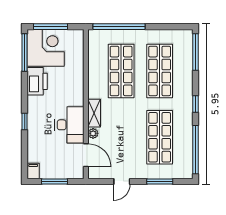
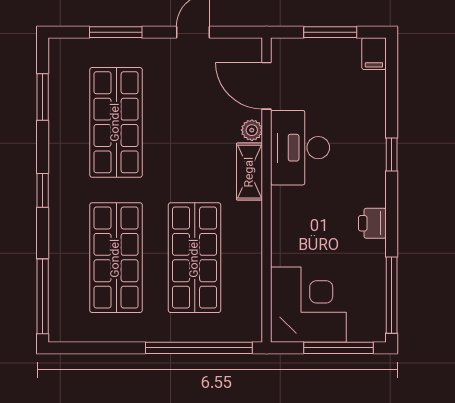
corner desk: (46, 48) -> (308, 305), moved, turned 180
printer: (37, 81) -> (372, 223), width x0.53, depth x0.68
window: (196, 150) -> (43, 97), width x0.47

